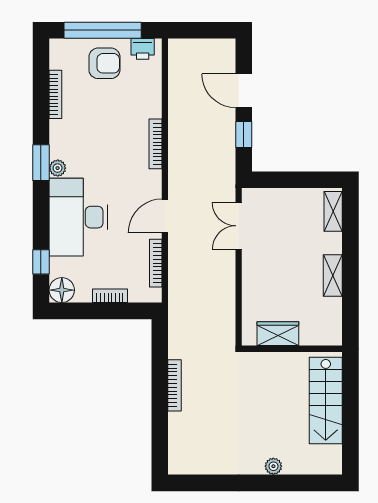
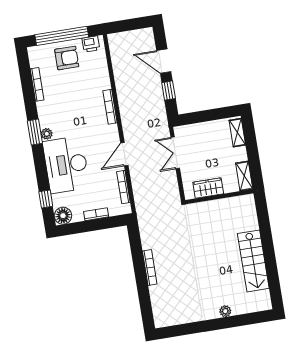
wardrobe: (278, 334) -> (208, 188), moved
wall: (292, 349) -> (219, 197), moved

